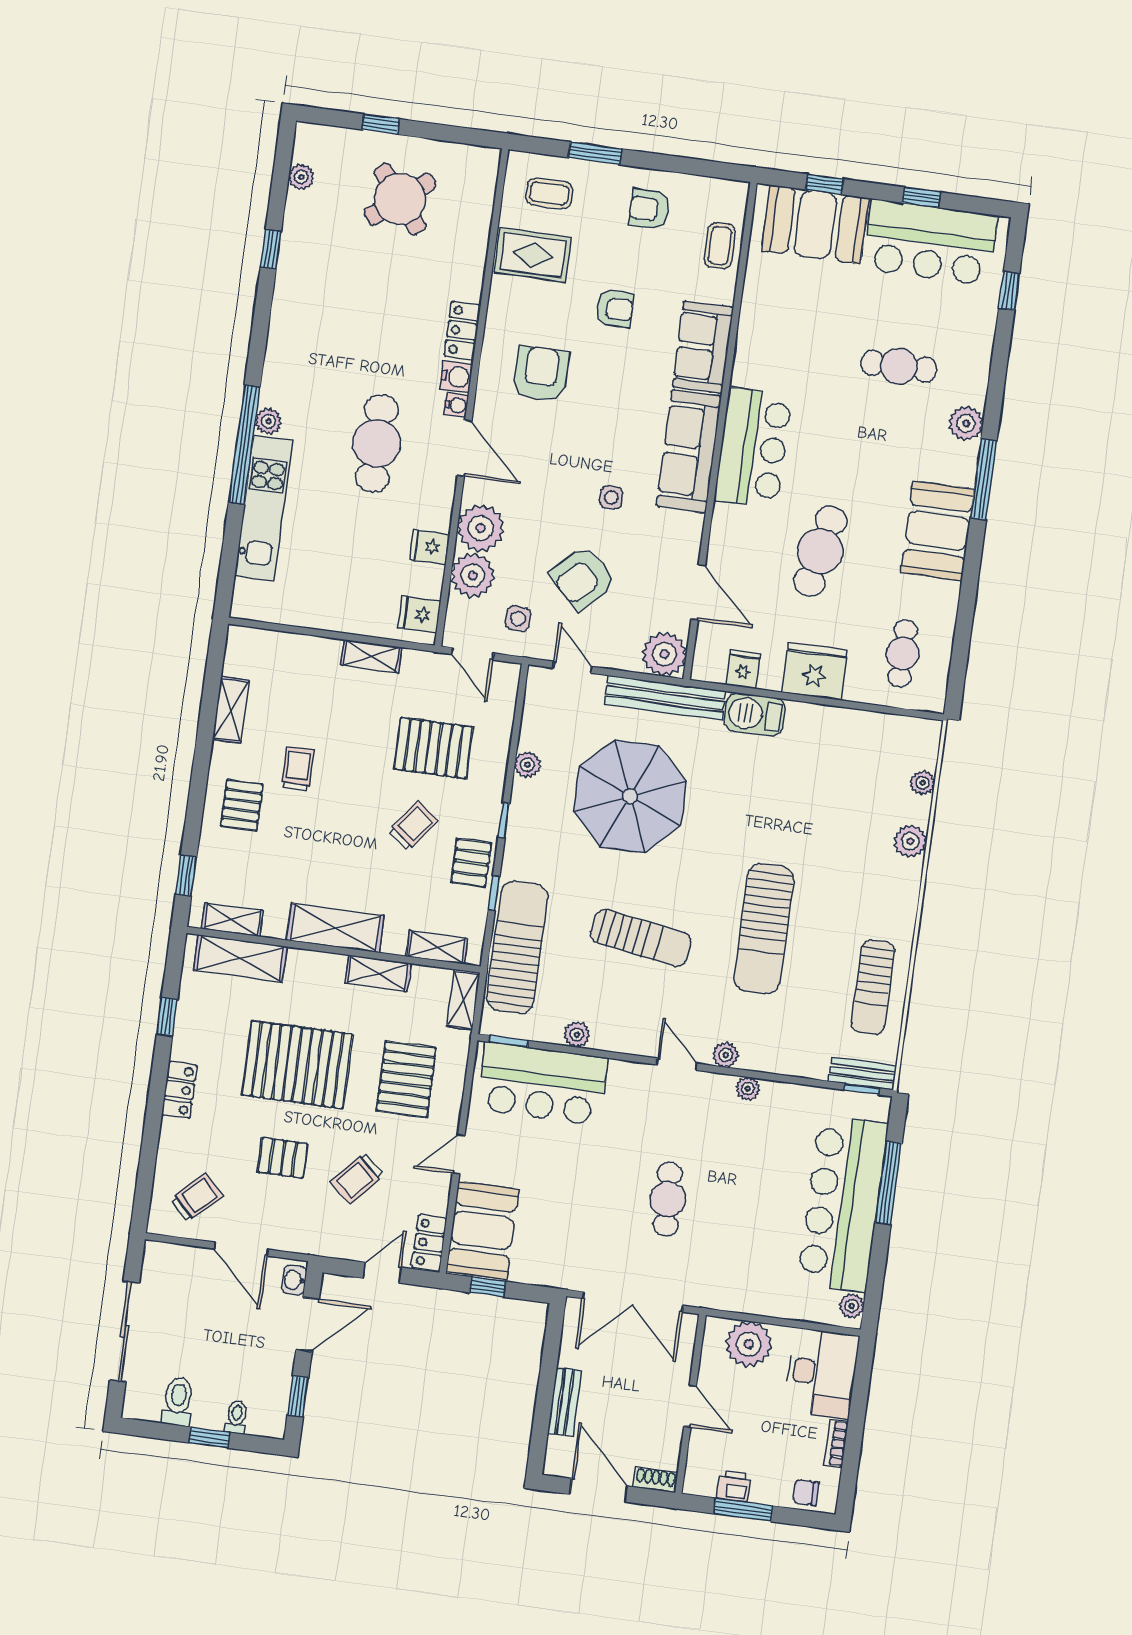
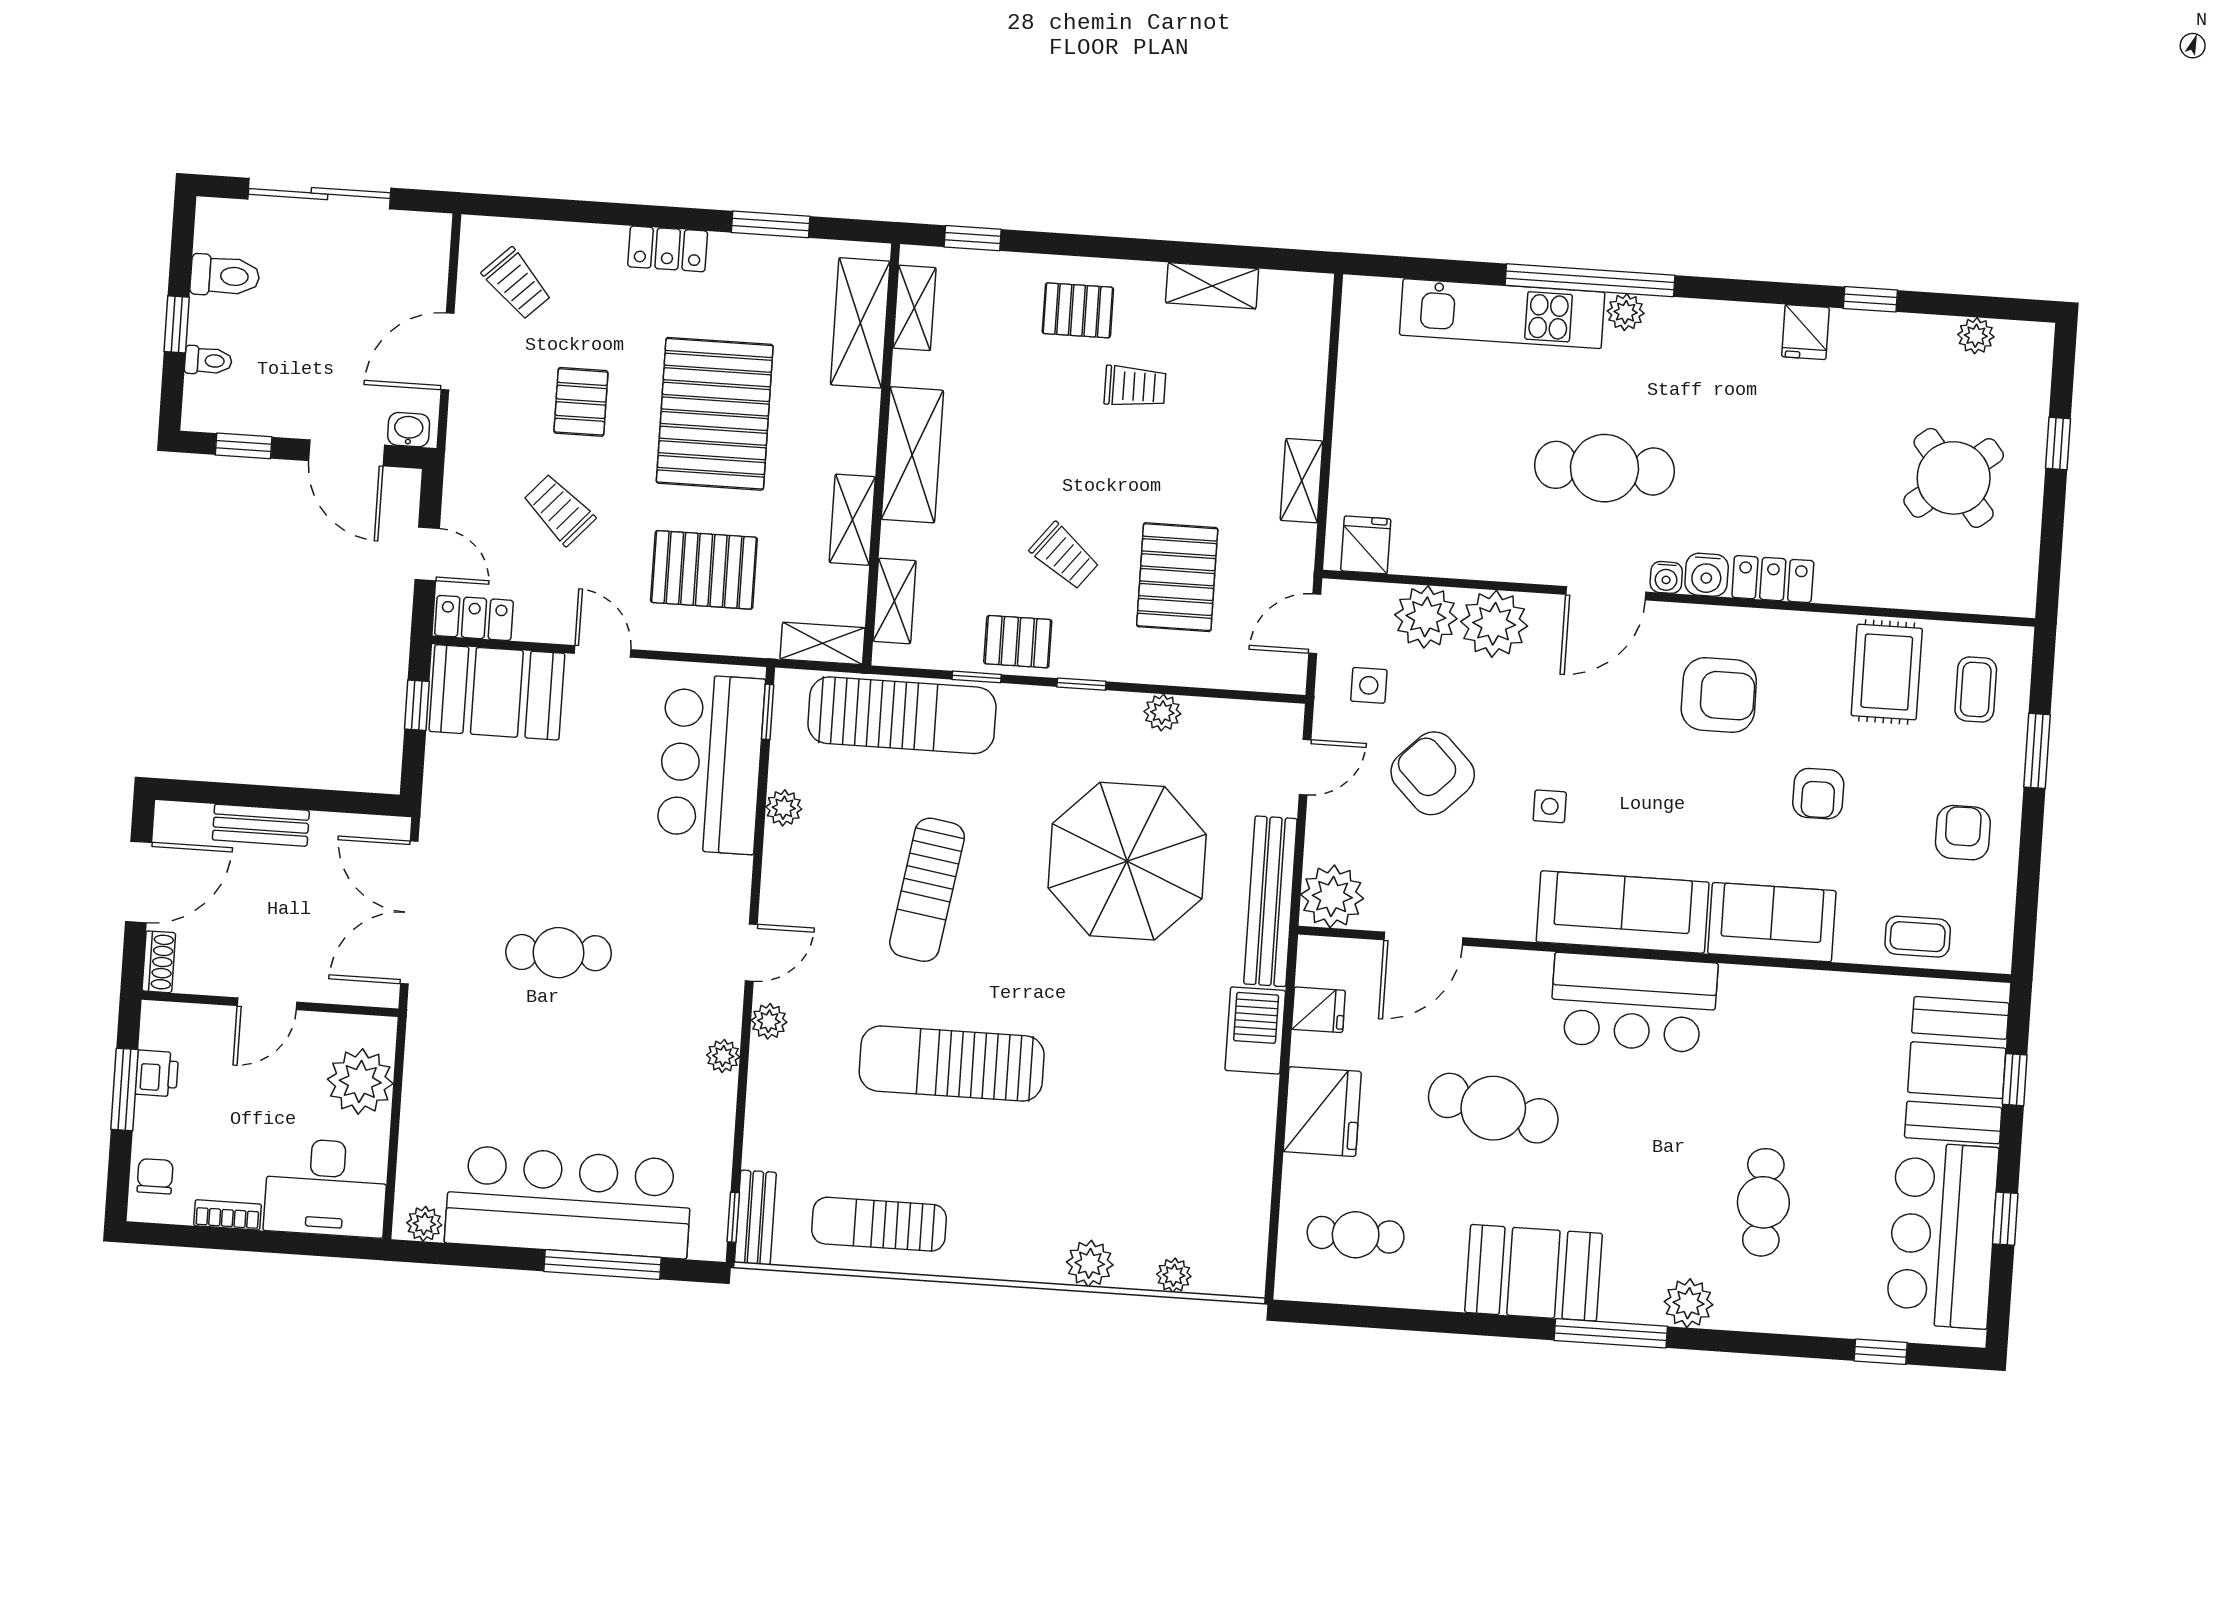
fridge: (430, 547) -> (1805, 332), moved, turned 180
window: (167, 1017) -> (771, 224), width x1.50

